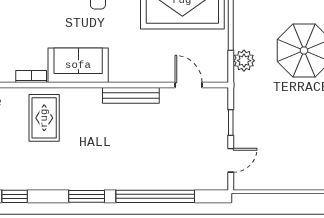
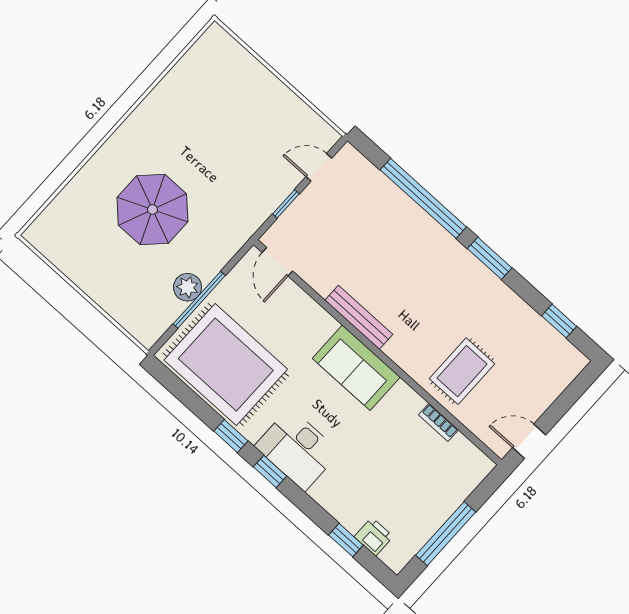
plant: (244, 61) -> (188, 287), moved
sofa: (78, 65) -> (356, 368), moved
door: (189, 85) -> (277, 262), moved

